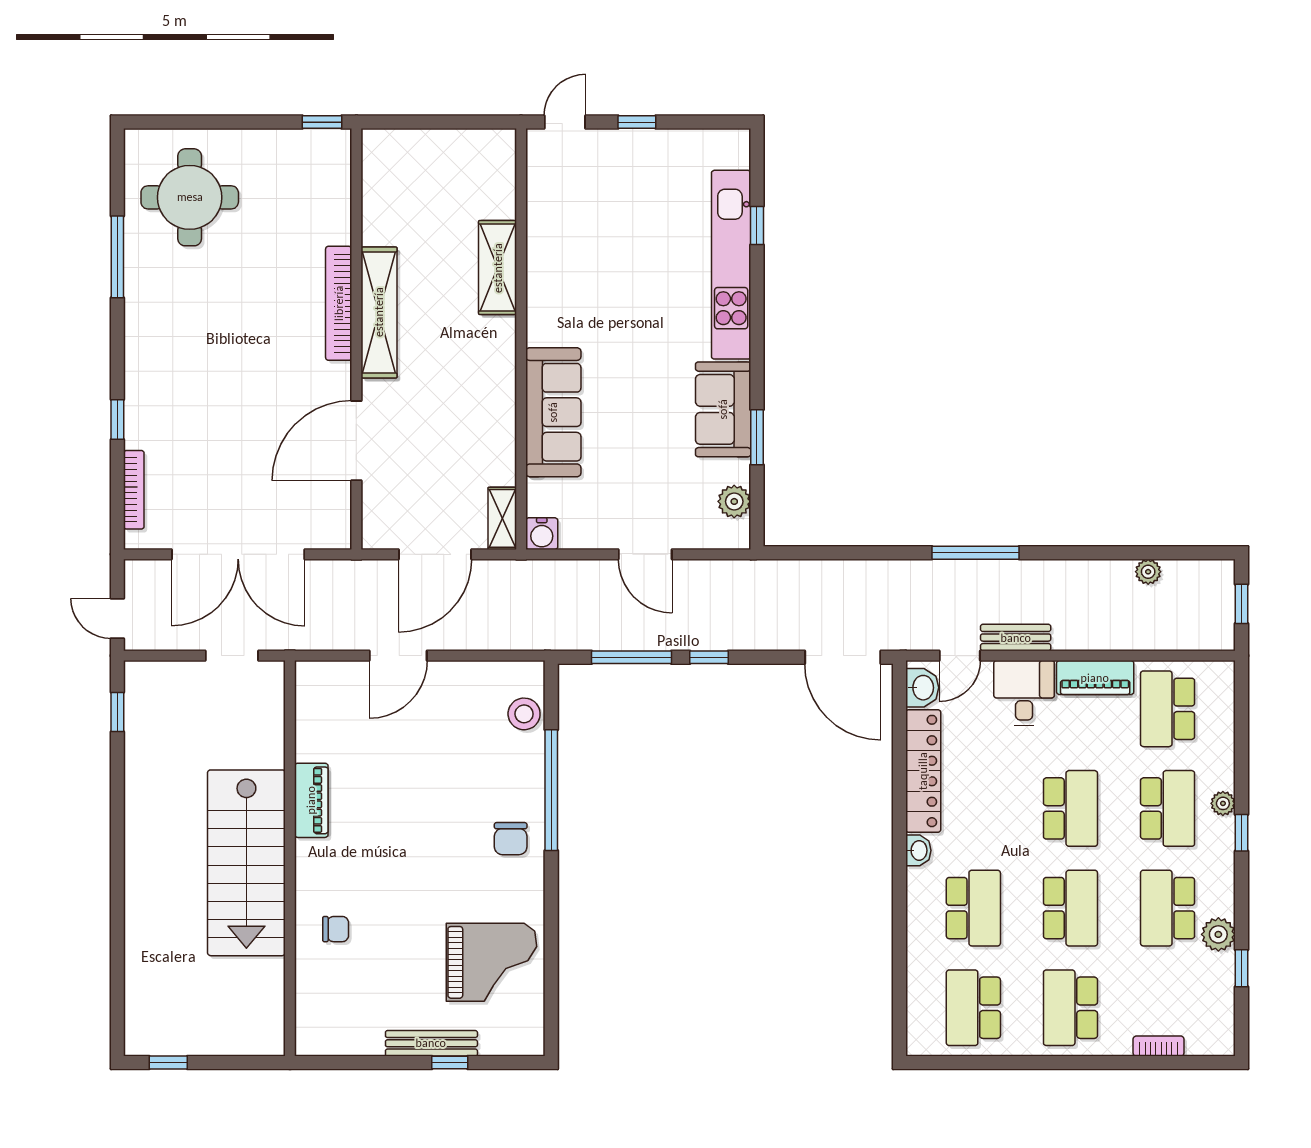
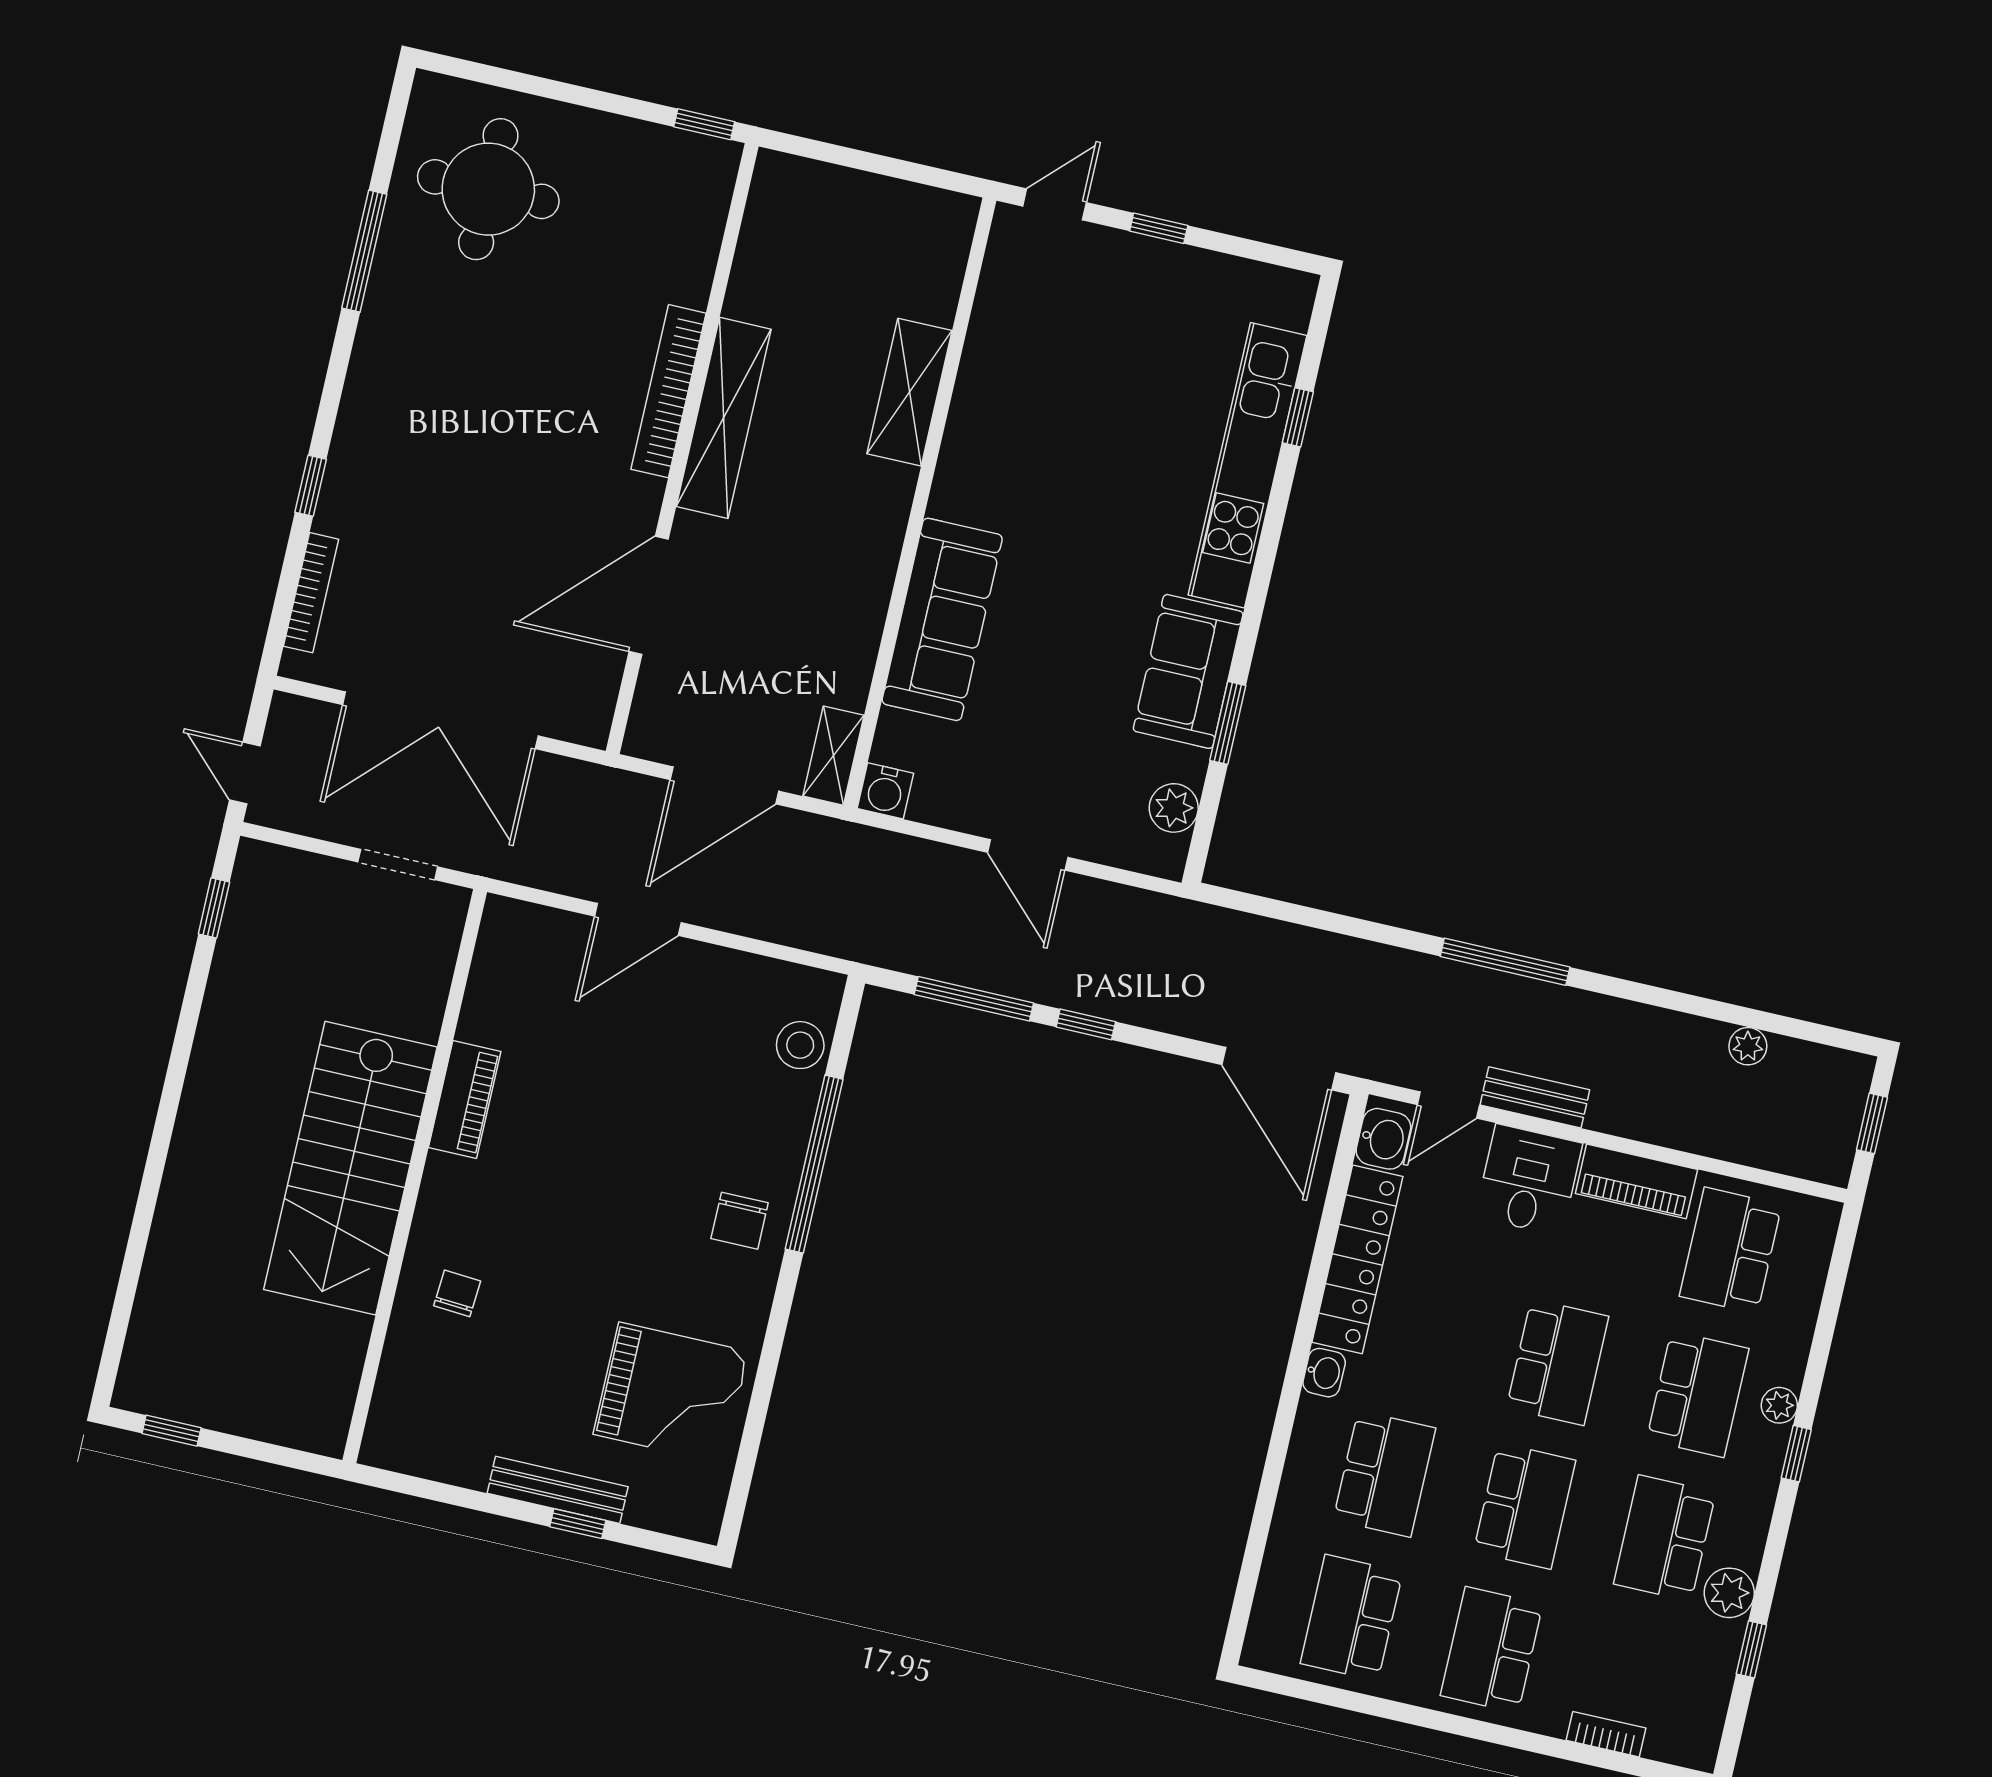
chair: (336, 929) -> (457, 1293), turned -86

